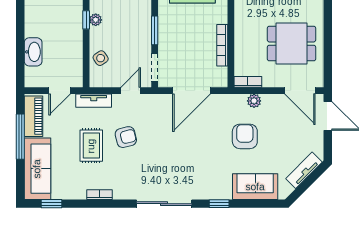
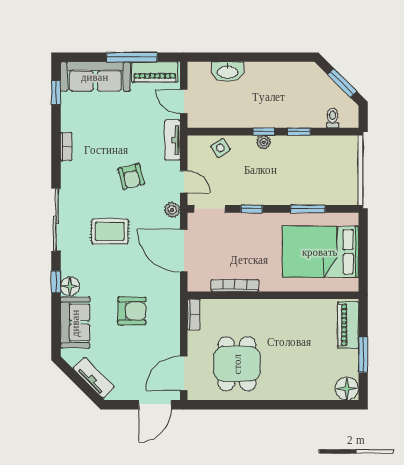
window: (155, 30) -> (252, 209), width x0.67
plant: (254, 101) -> (172, 210), moved
rug: (91, 146) -> (110, 232), moved
floor lamp: (223, 191) -> (70, 286), added

